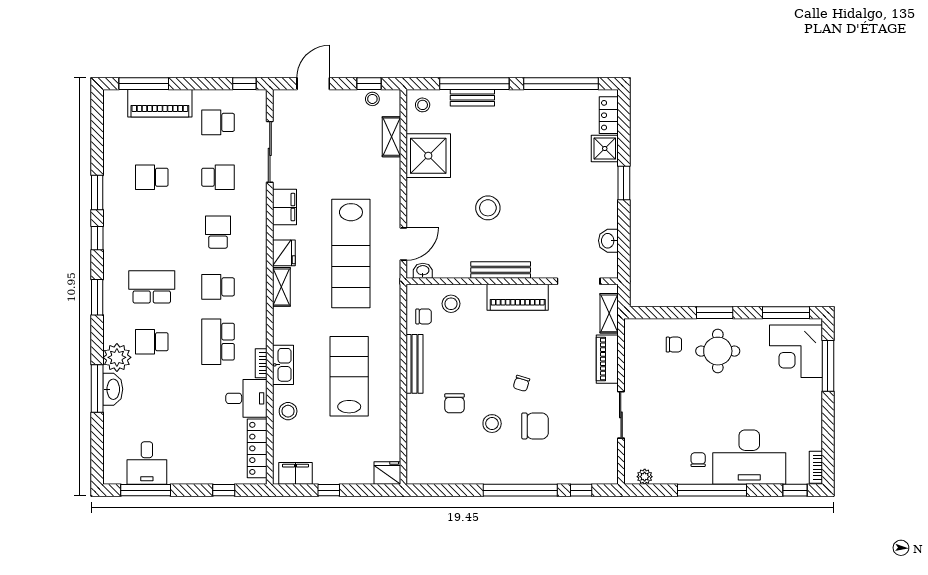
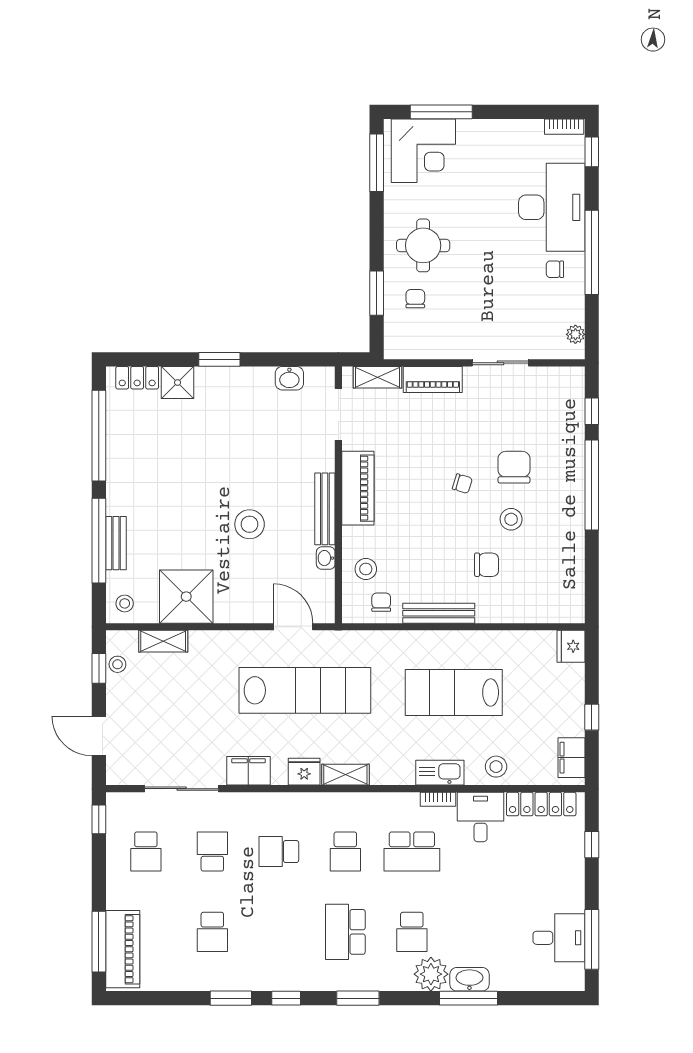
piano: (160, 103) -> (123, 949), moved
washbasin: (423, 271) -> (326, 558), moved
window: (715, 313) -> (377, 293), moved

